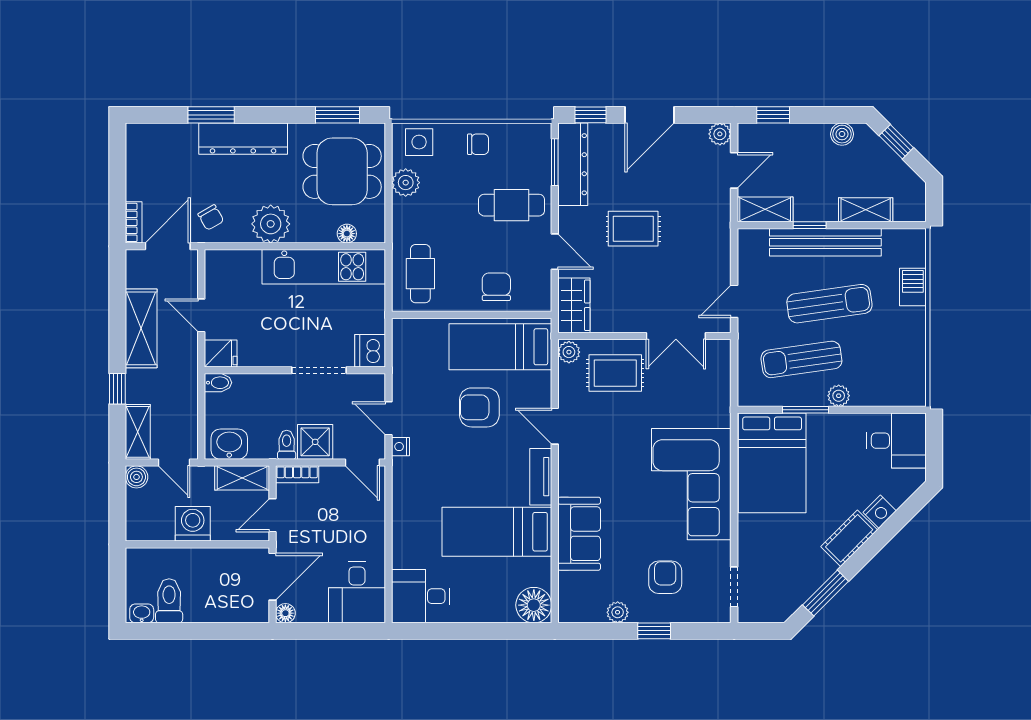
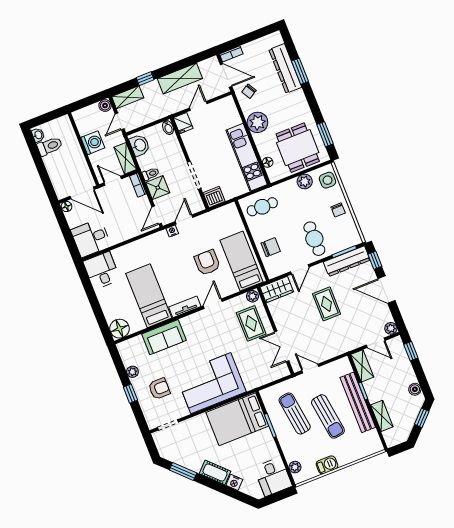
dresser: (243, 139) -> (285, 68), moved
barbecue: (913, 287) -> (327, 465), moved
plant: (839, 396) -> (295, 467), moved

